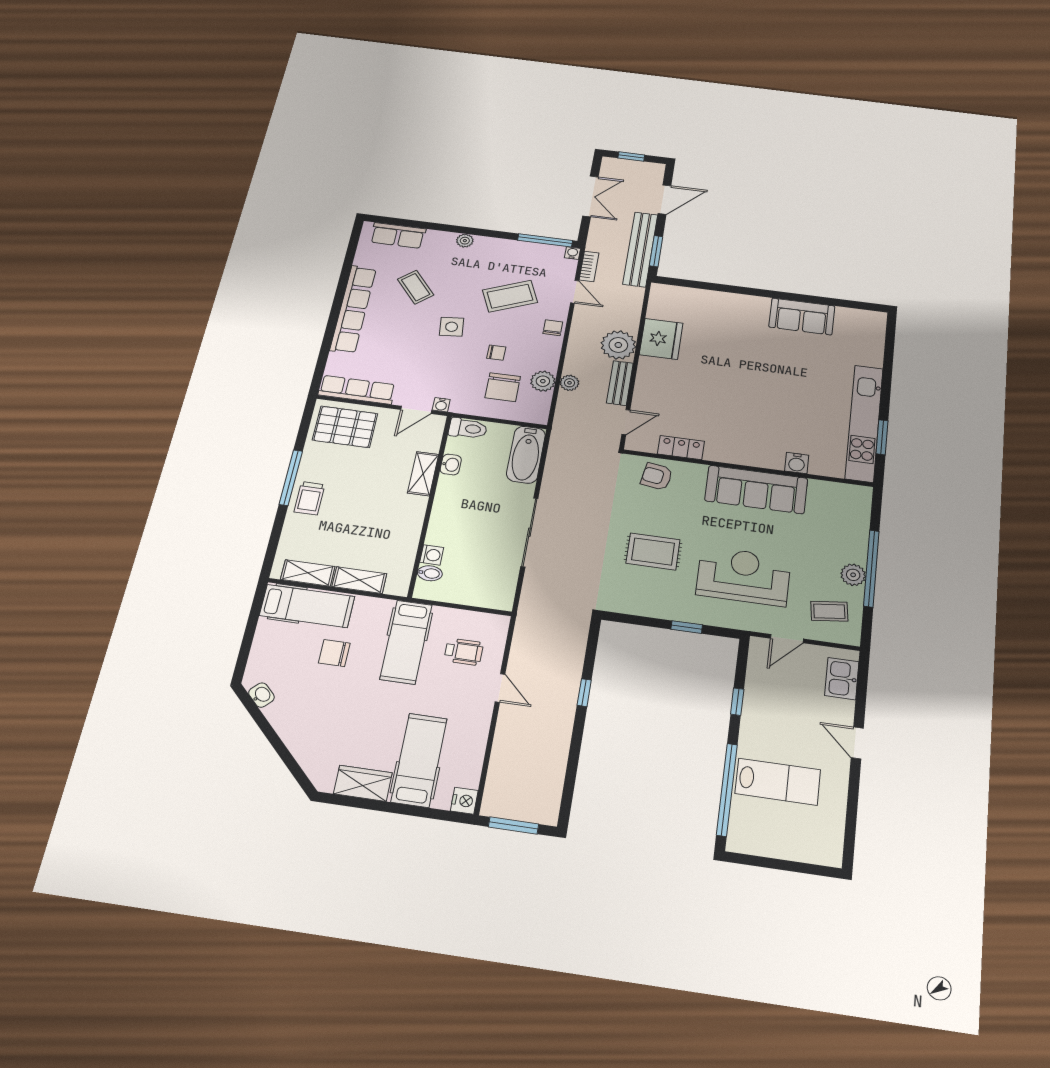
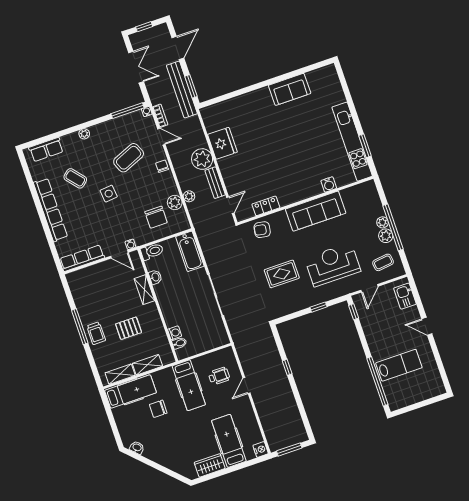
chair: (496, 353) -> (141, 198), removed
door: (416, 410) -> (119, 254), hinge flipped
pallet: (345, 427) -> (129, 328), moved, width x0.67, depth x0.71
plant: (857, 554) -> (382, 222), added
door: (500, 688) -> (246, 386), swing flipped
window: (737, 702) -> (354, 312), moved

